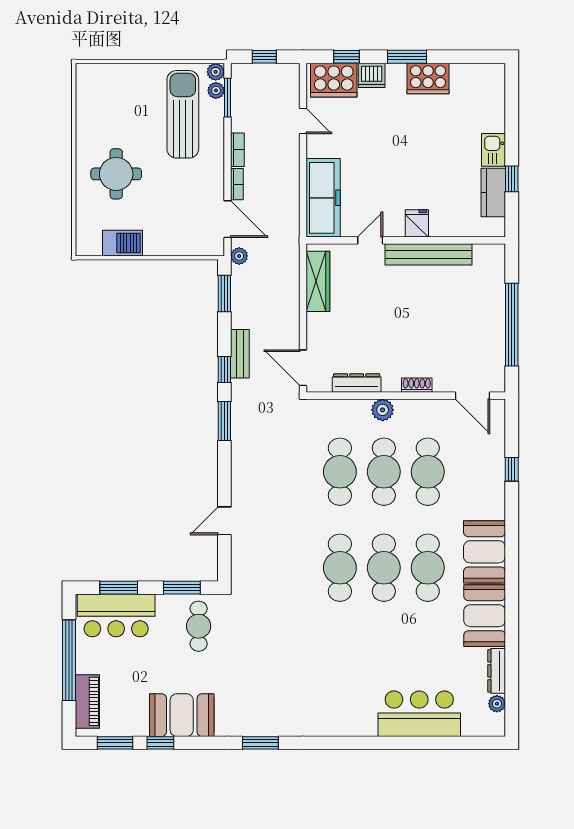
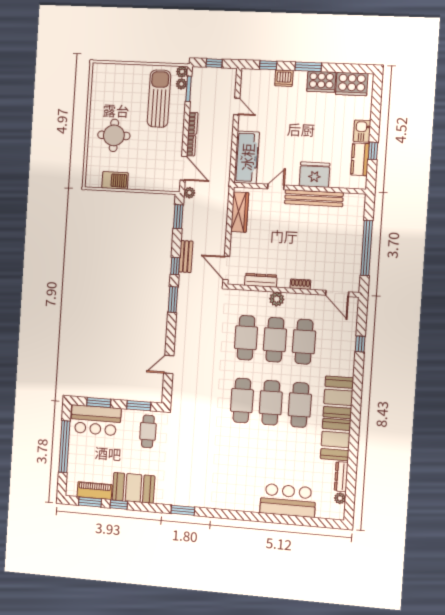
cooker: (334, 80) -> (352, 84), moved
fridge: (417, 223) -> (315, 175), width x1.88, depth x1.34
piano: (87, 701) -> (95, 491), moved, turned -90

